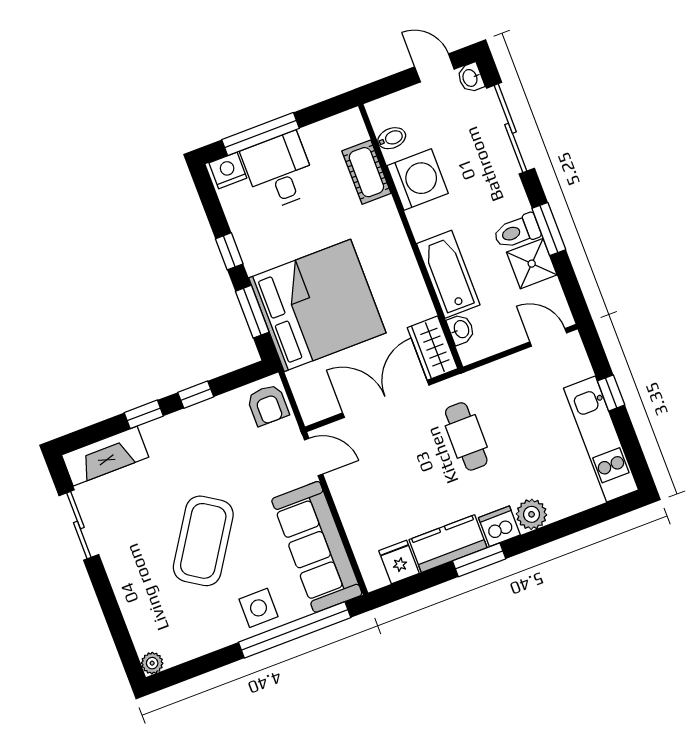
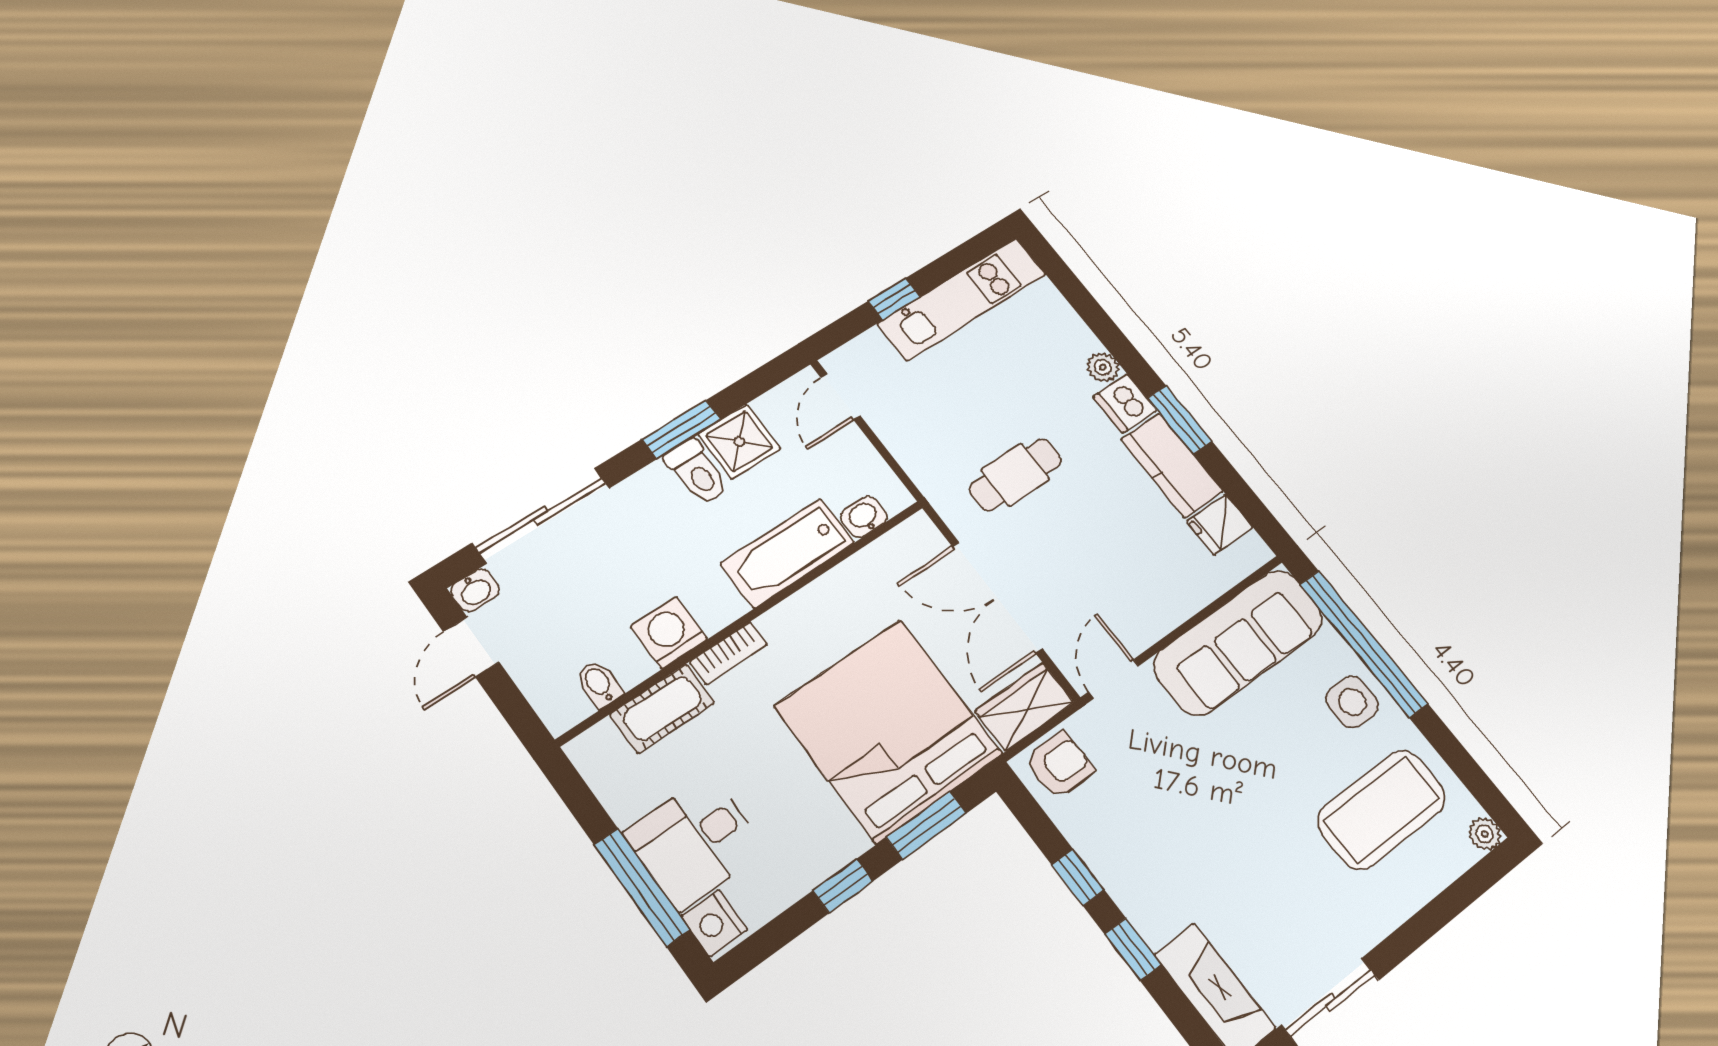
washing machine: (418, 180) -> (669, 633), width x0.73, depth x0.73
bookcase: (392, 221) -> (728, 653), added
wardrobe: (432, 348) -> (1024, 707), moved, turned 180
plant: (532, 514) -> (1103, 367), width x0.73, depth x0.73
coffee table: (203, 541) -> (1382, 809), moved, turned -33

